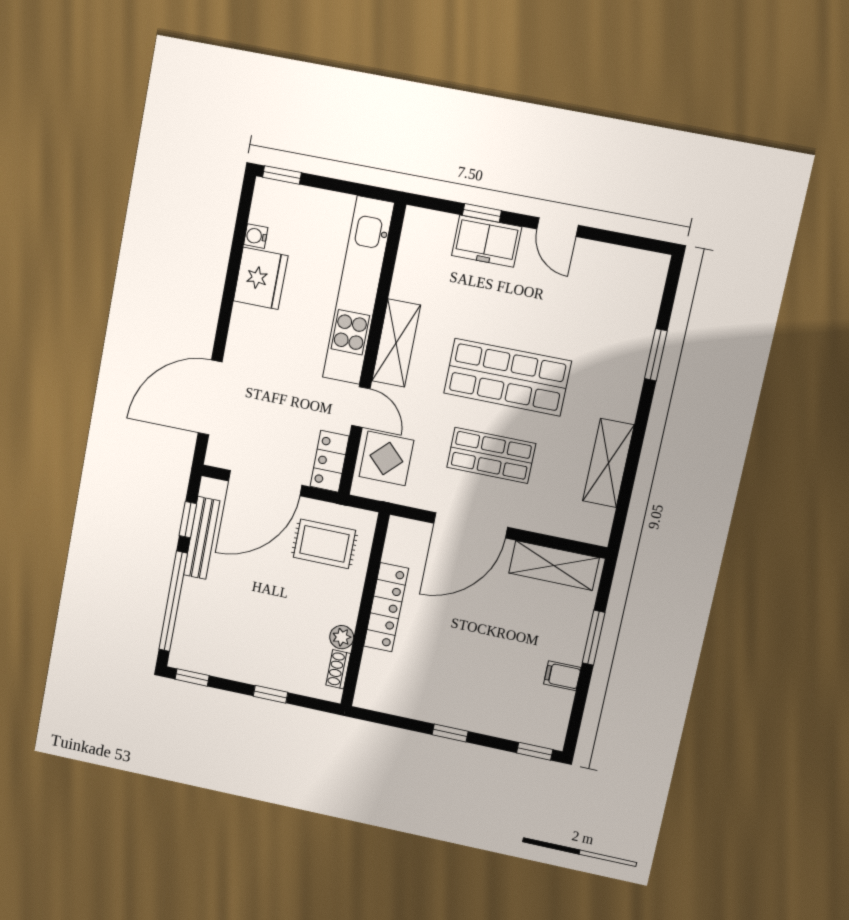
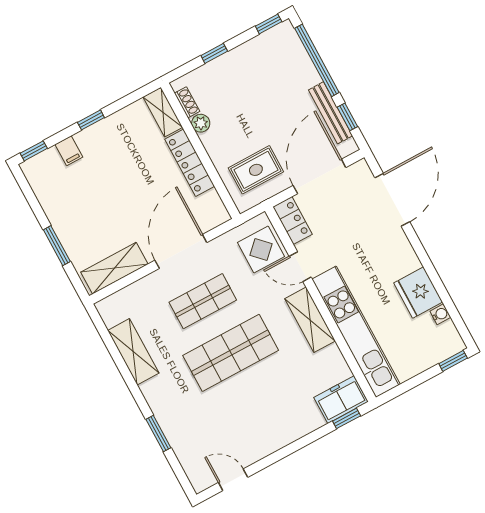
window: (482, 213) -> (347, 418), moved
door: (557, 227) -> (233, 480), moved
freezer: (487, 241) -> (341, 400), moved
filing cabinet: (562, 676) -> (69, 151), moved, turned 90
shelving: (371, 680) -> (163, 112), added

